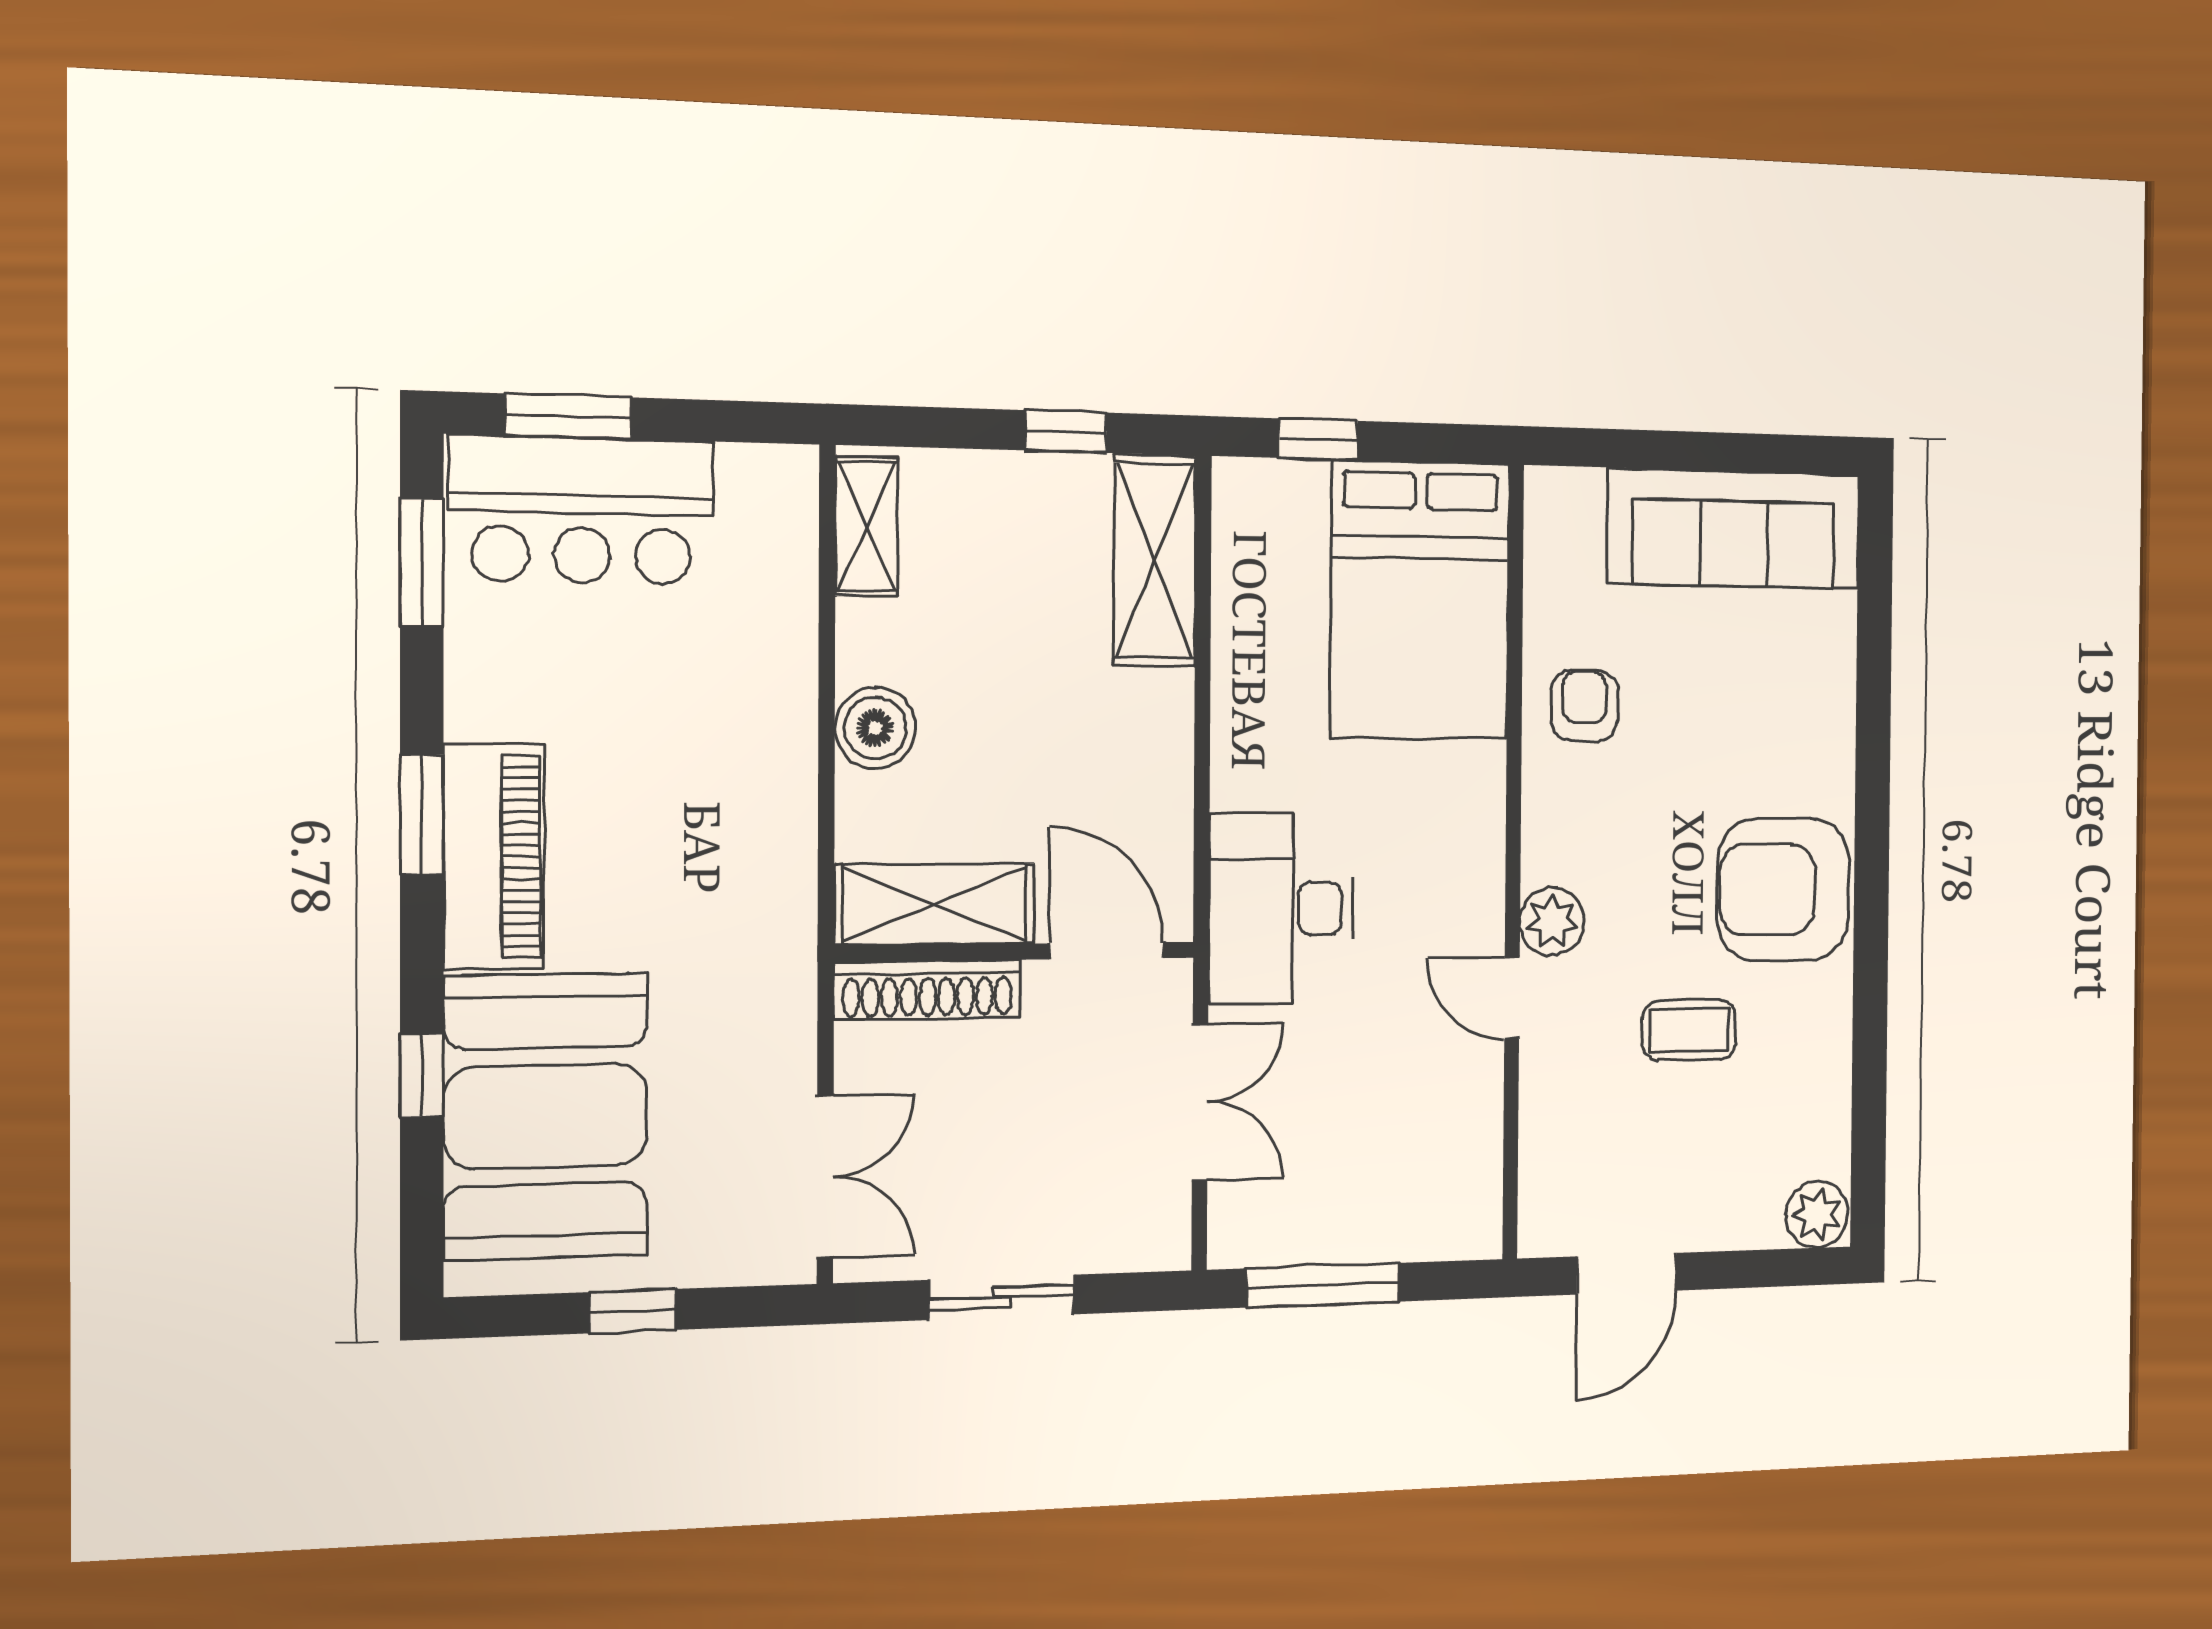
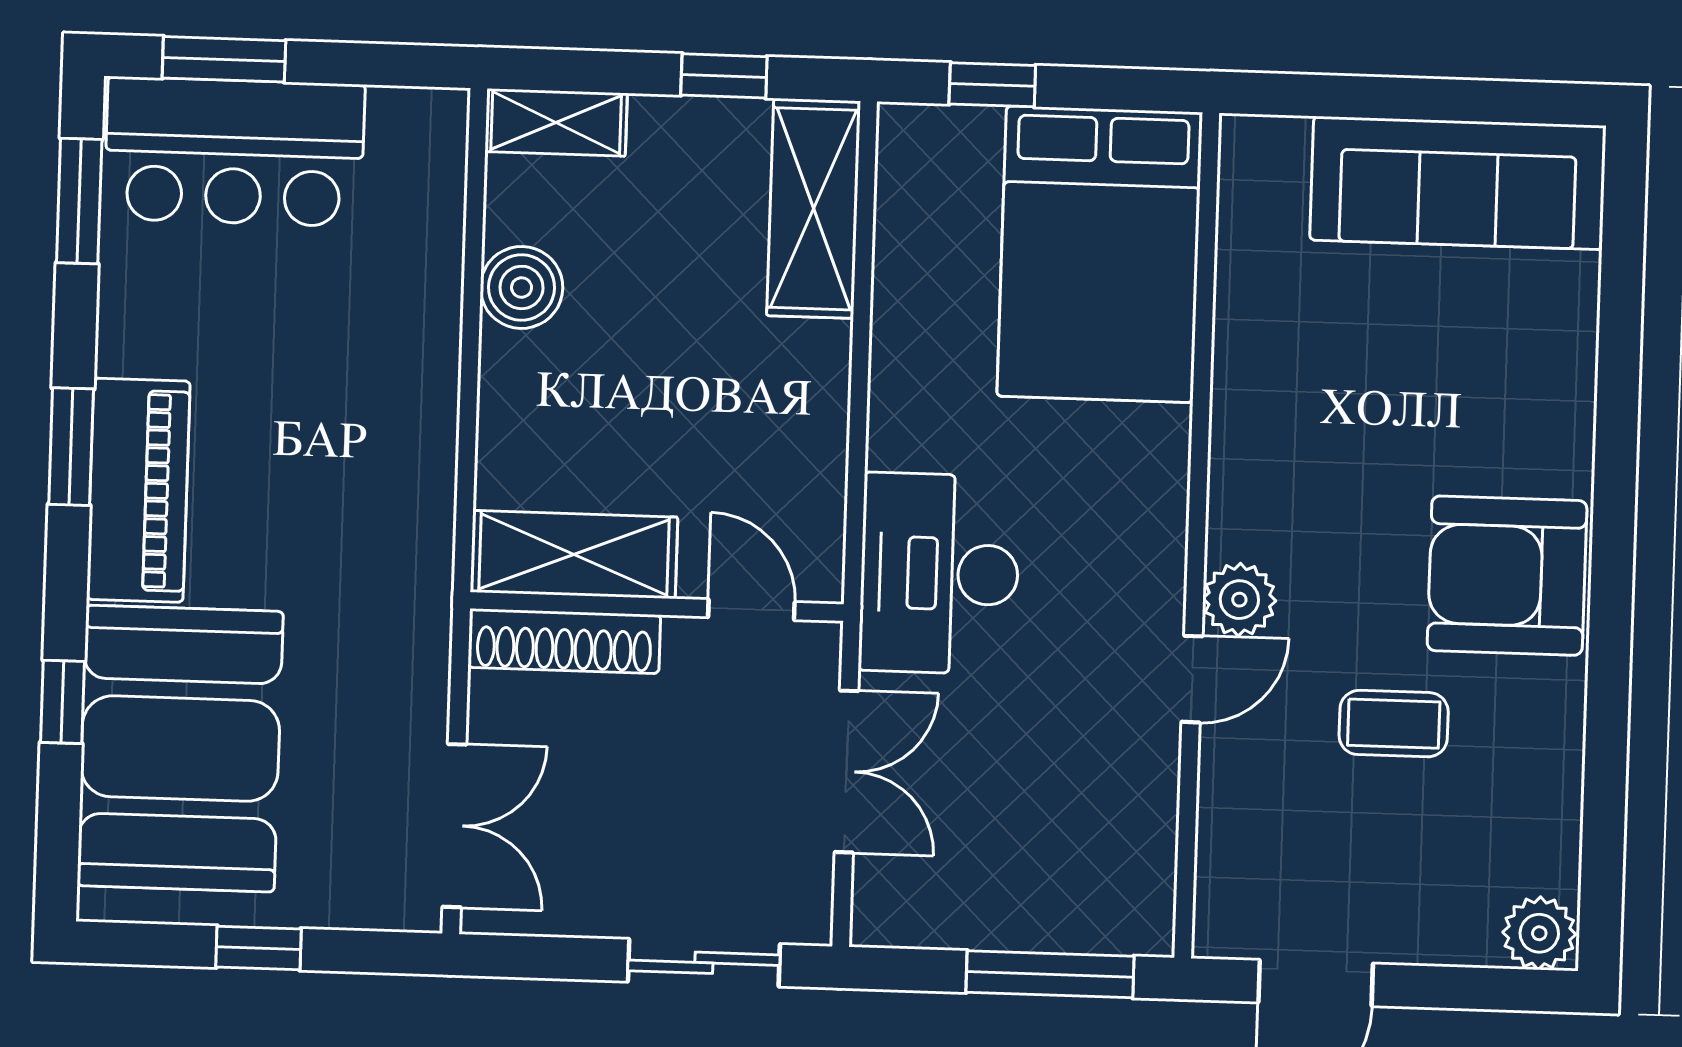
shelving: (867, 526) -> (556, 122), moved, turned 90
armchair: (1584, 706) -> (1281, 370), removed
boiler: (875, 728) -> (522, 287), moved
door: (1107, 951) -> (751, 610), width x0.73
door: (1512, 998) -> (1192, 679), swing flipped
window: (1323, 1285) -> (1050, 974), moved
sliding door: (1002, 1297) -> (704, 963), moved

